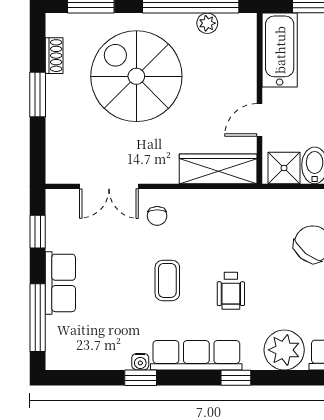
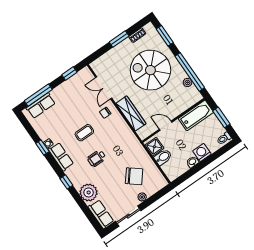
spiral stairs: (136, 76) -> (150, 70), turned -90
wardrobe: (218, 169) -> (131, 113), moved
row of seats: (60, 283) -> (41, 106), moved
row of seats: (196, 355) -> (61, 157), width x0.68

